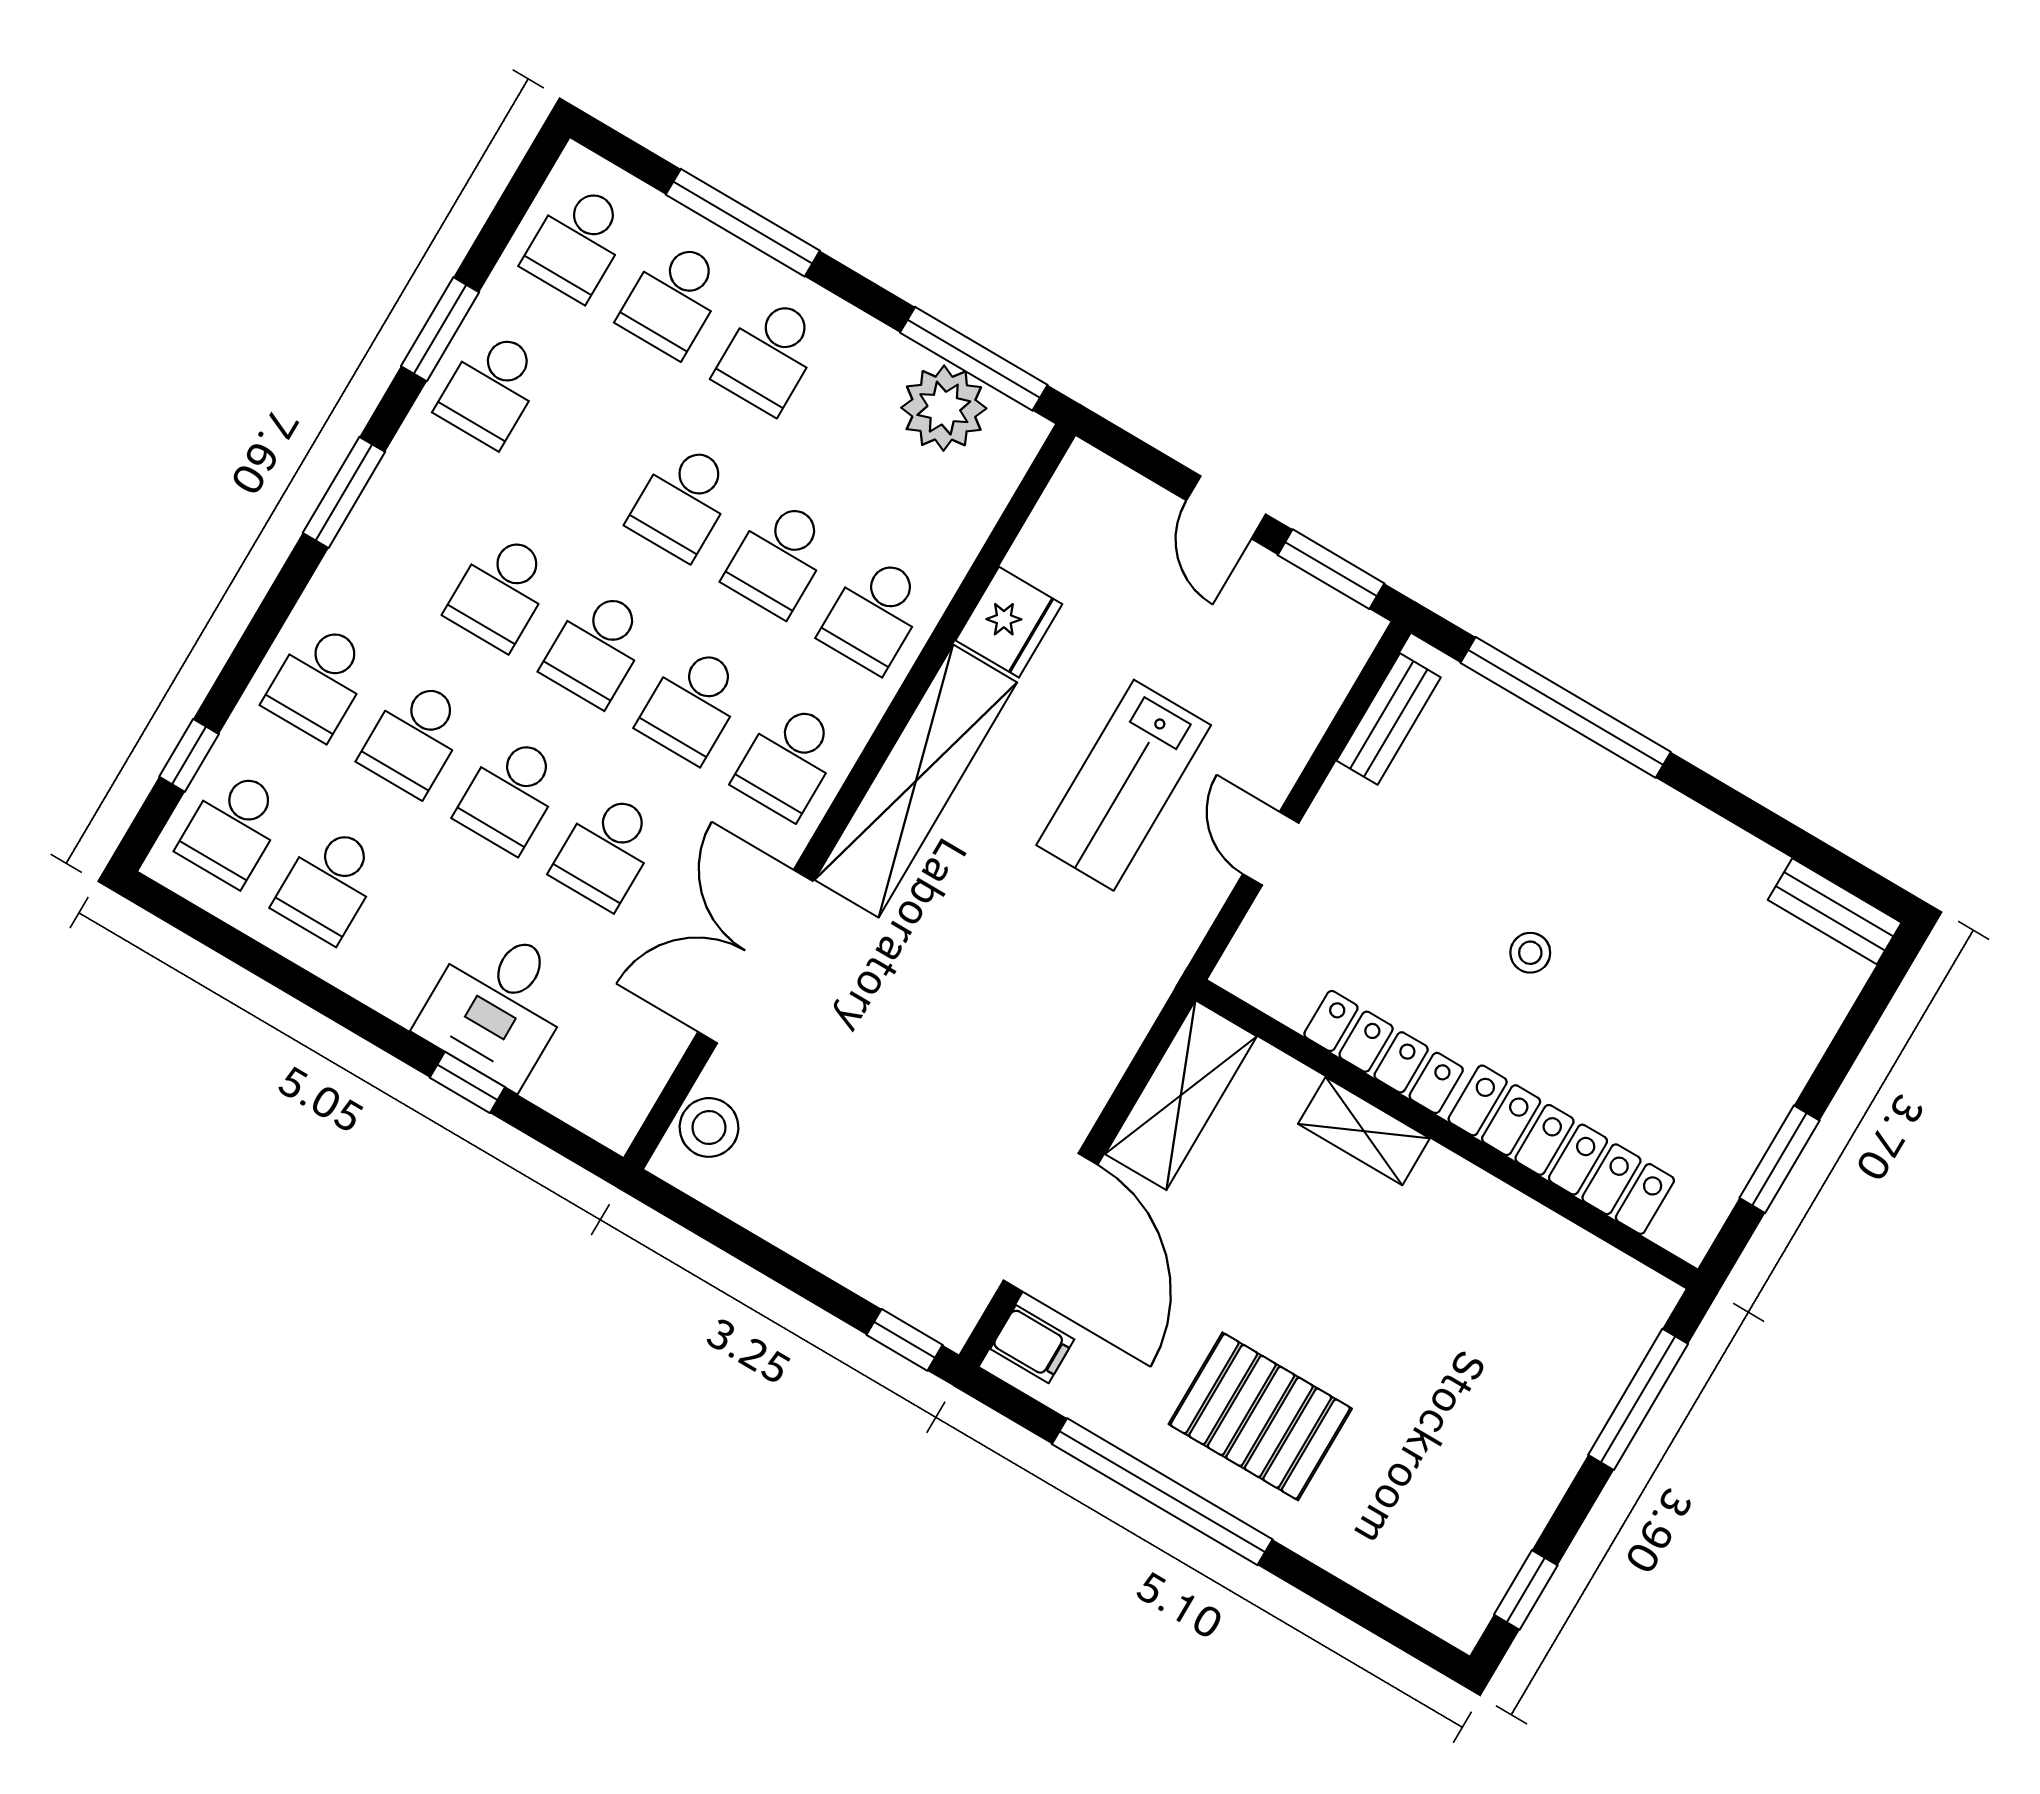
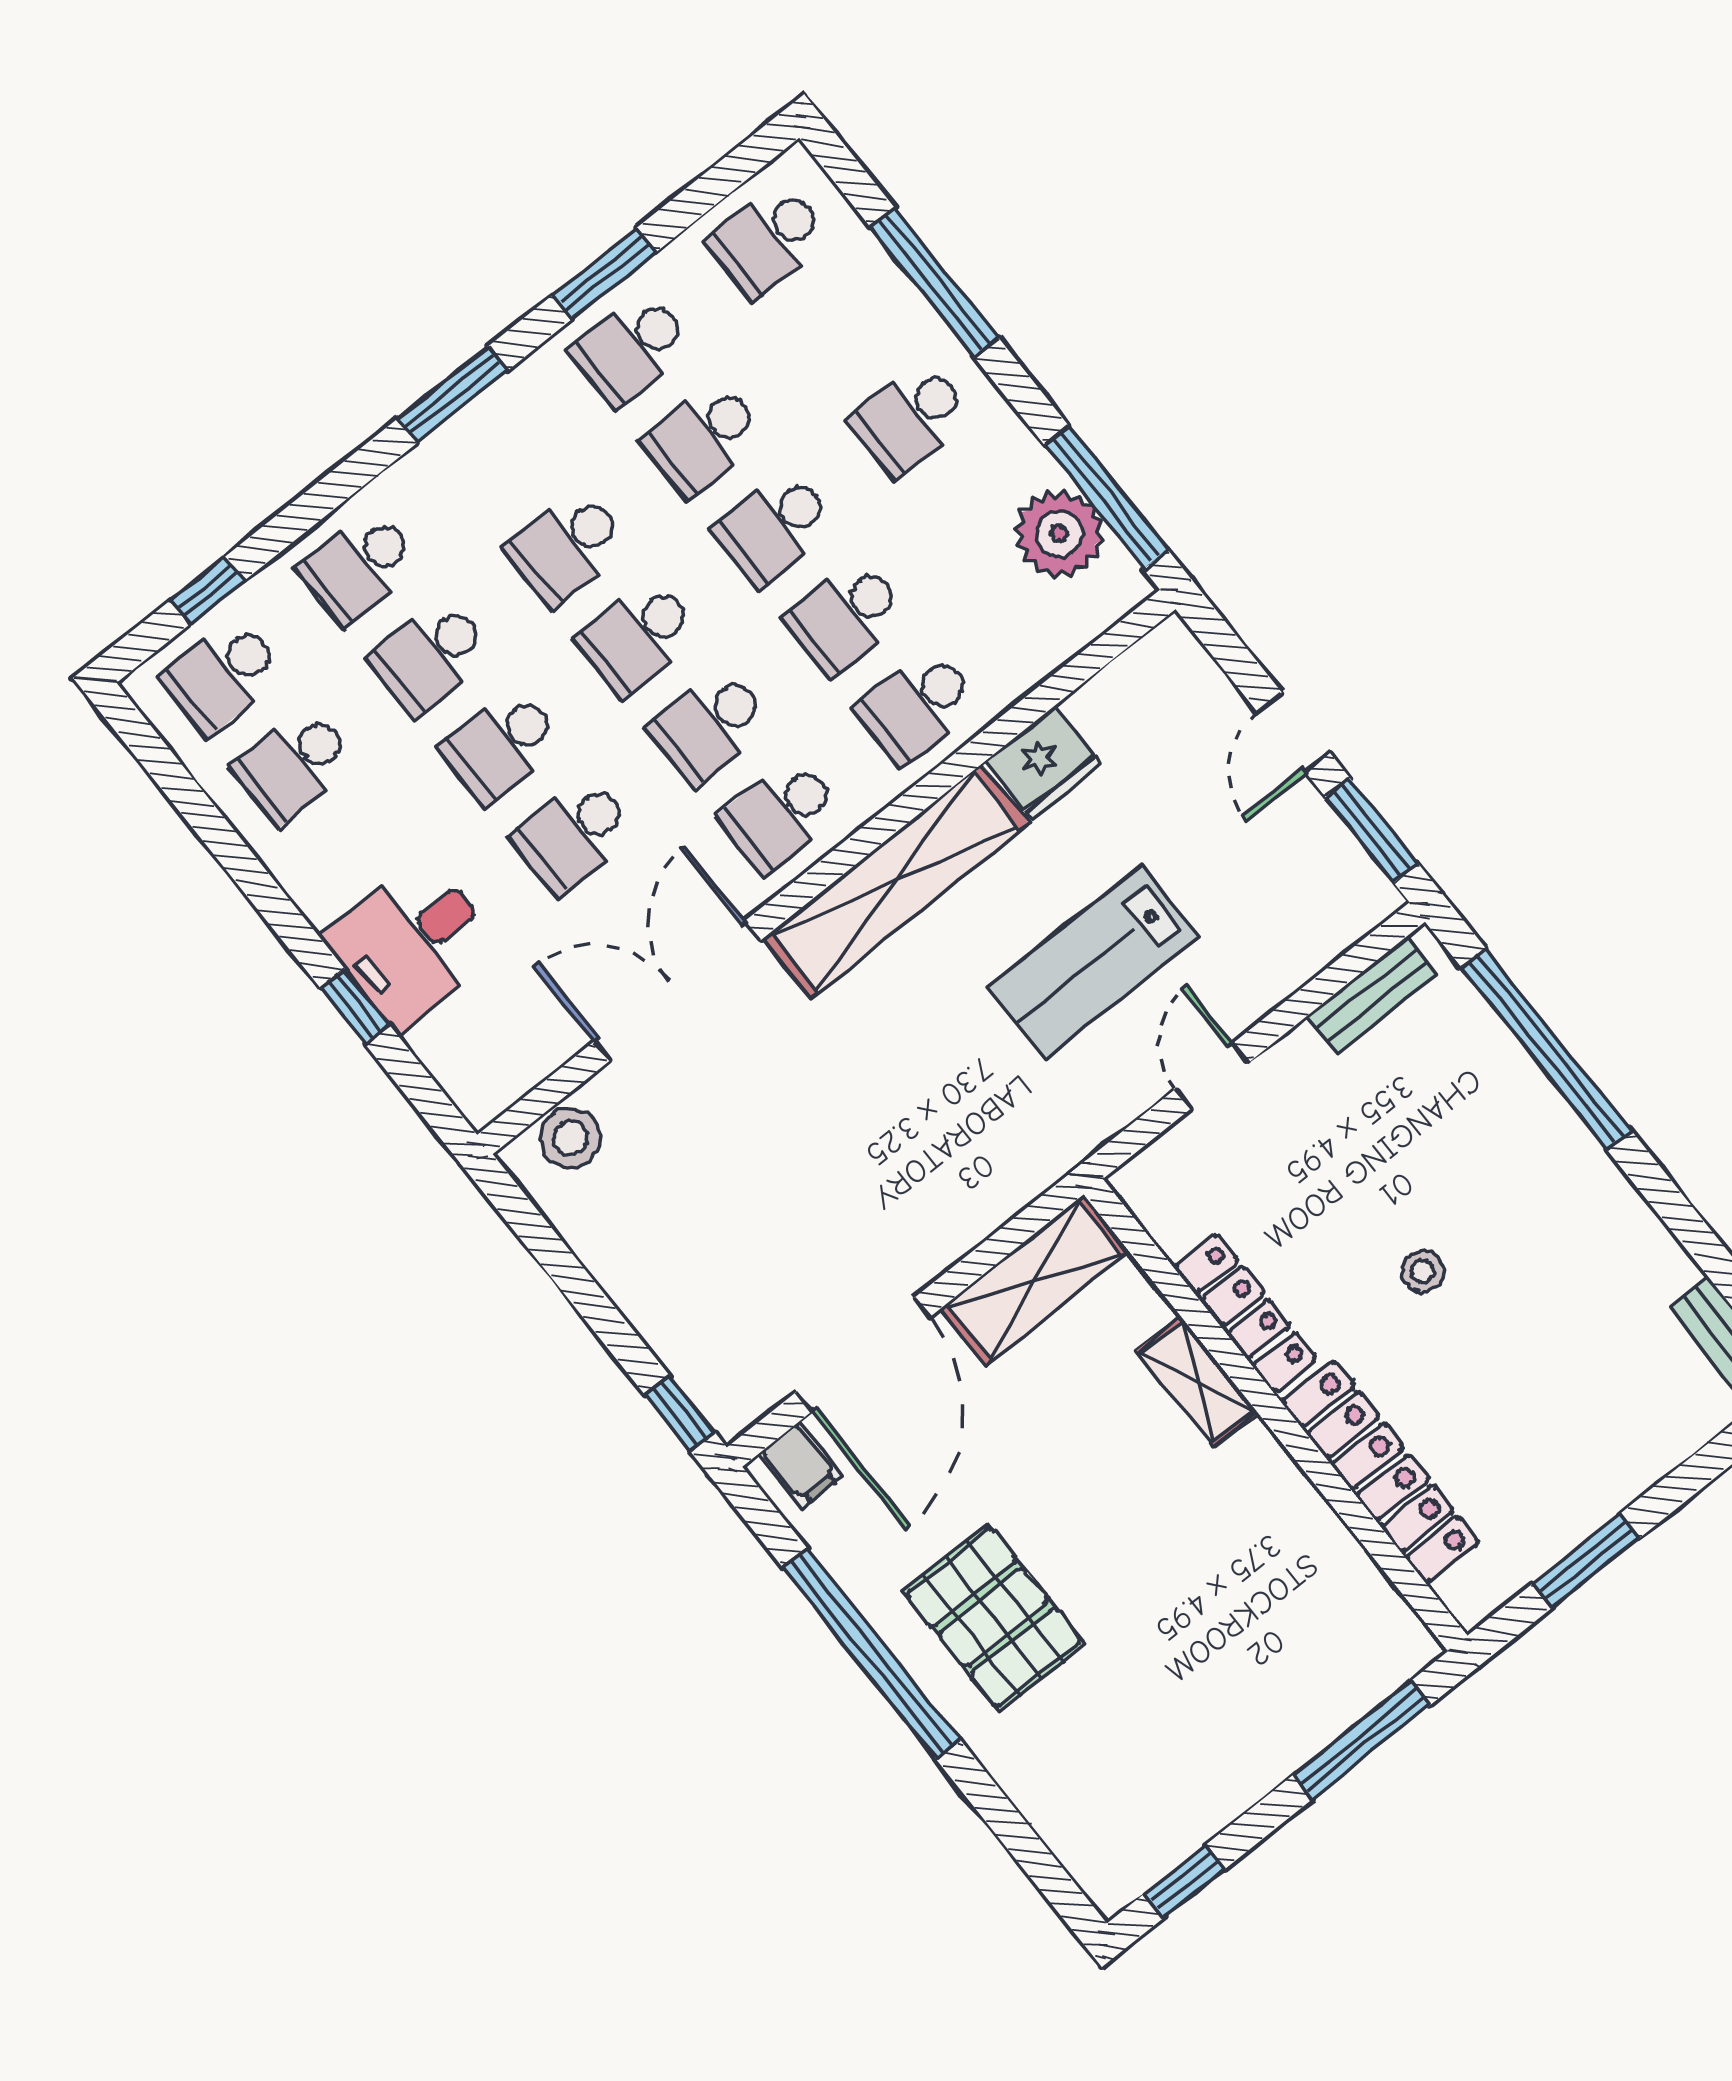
school desk: (673, 298) -> (703, 438), moved

